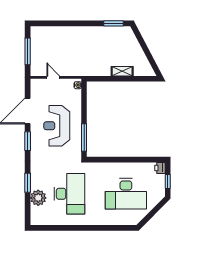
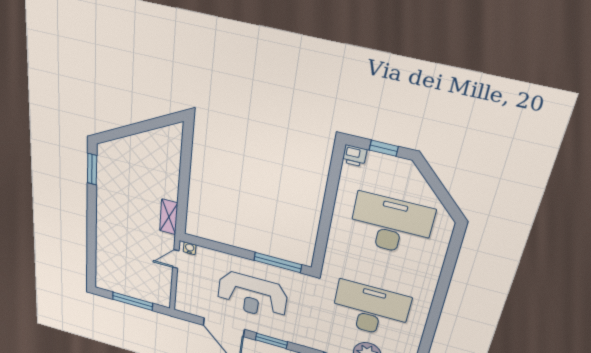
shelving: (122, 71) -> (169, 217), moved
door: (53, 77) -> (176, 259), moved
desk: (126, 194) -> (391, 225), turned -90

